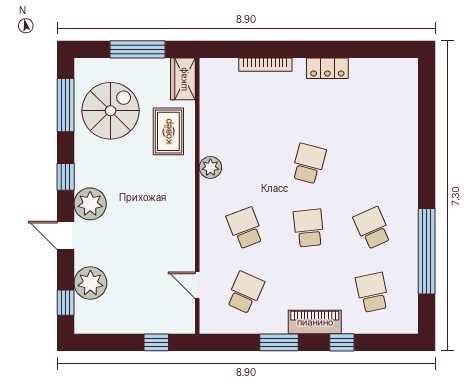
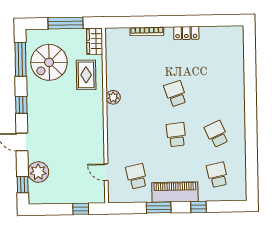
spiral stairs: (110, 111) -> (49, 62), turned 180
school desk: (309, 164) -> (175, 94), turned -33
plant: (90, 204) -> (37, 122), removed
school desk: (245, 228) -> (136, 135), removed
window: (427, 251) -> (251, 148), removed
school desk: (245, 293) -> (137, 176), turned -36
piano: (315, 322) -> (175, 192), width x1.37, depth x1.33

